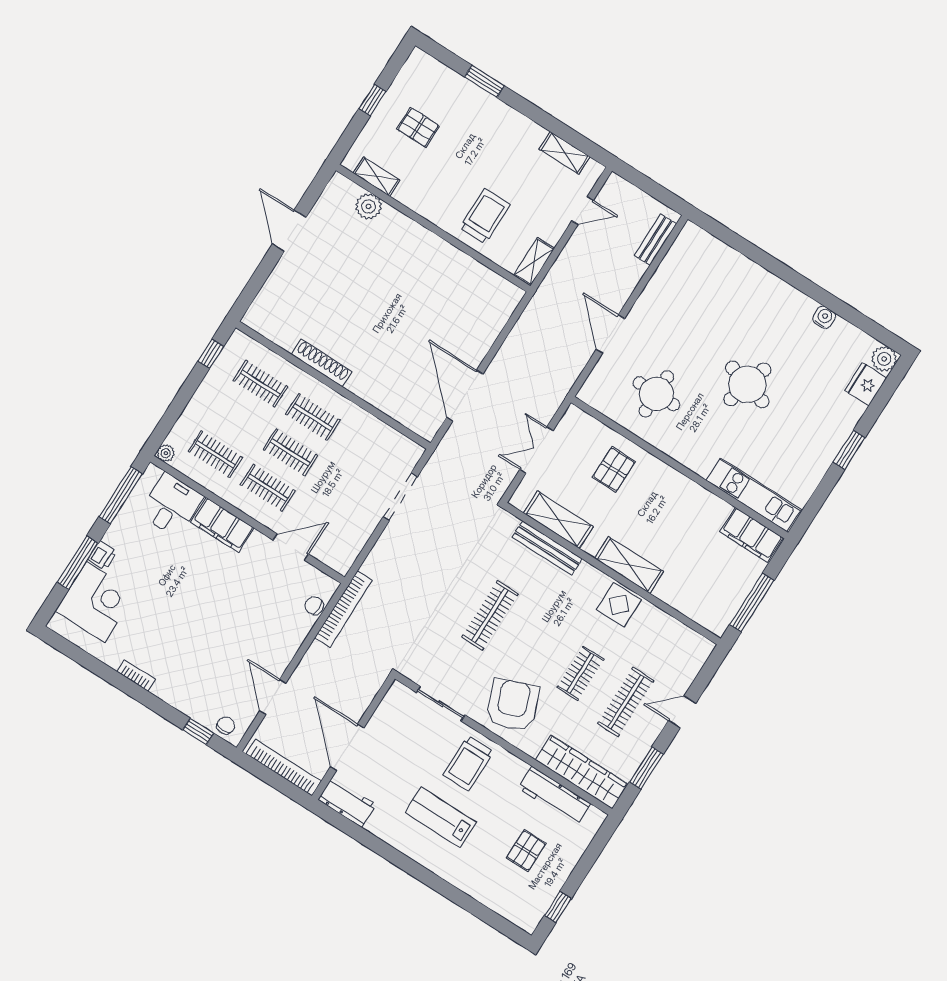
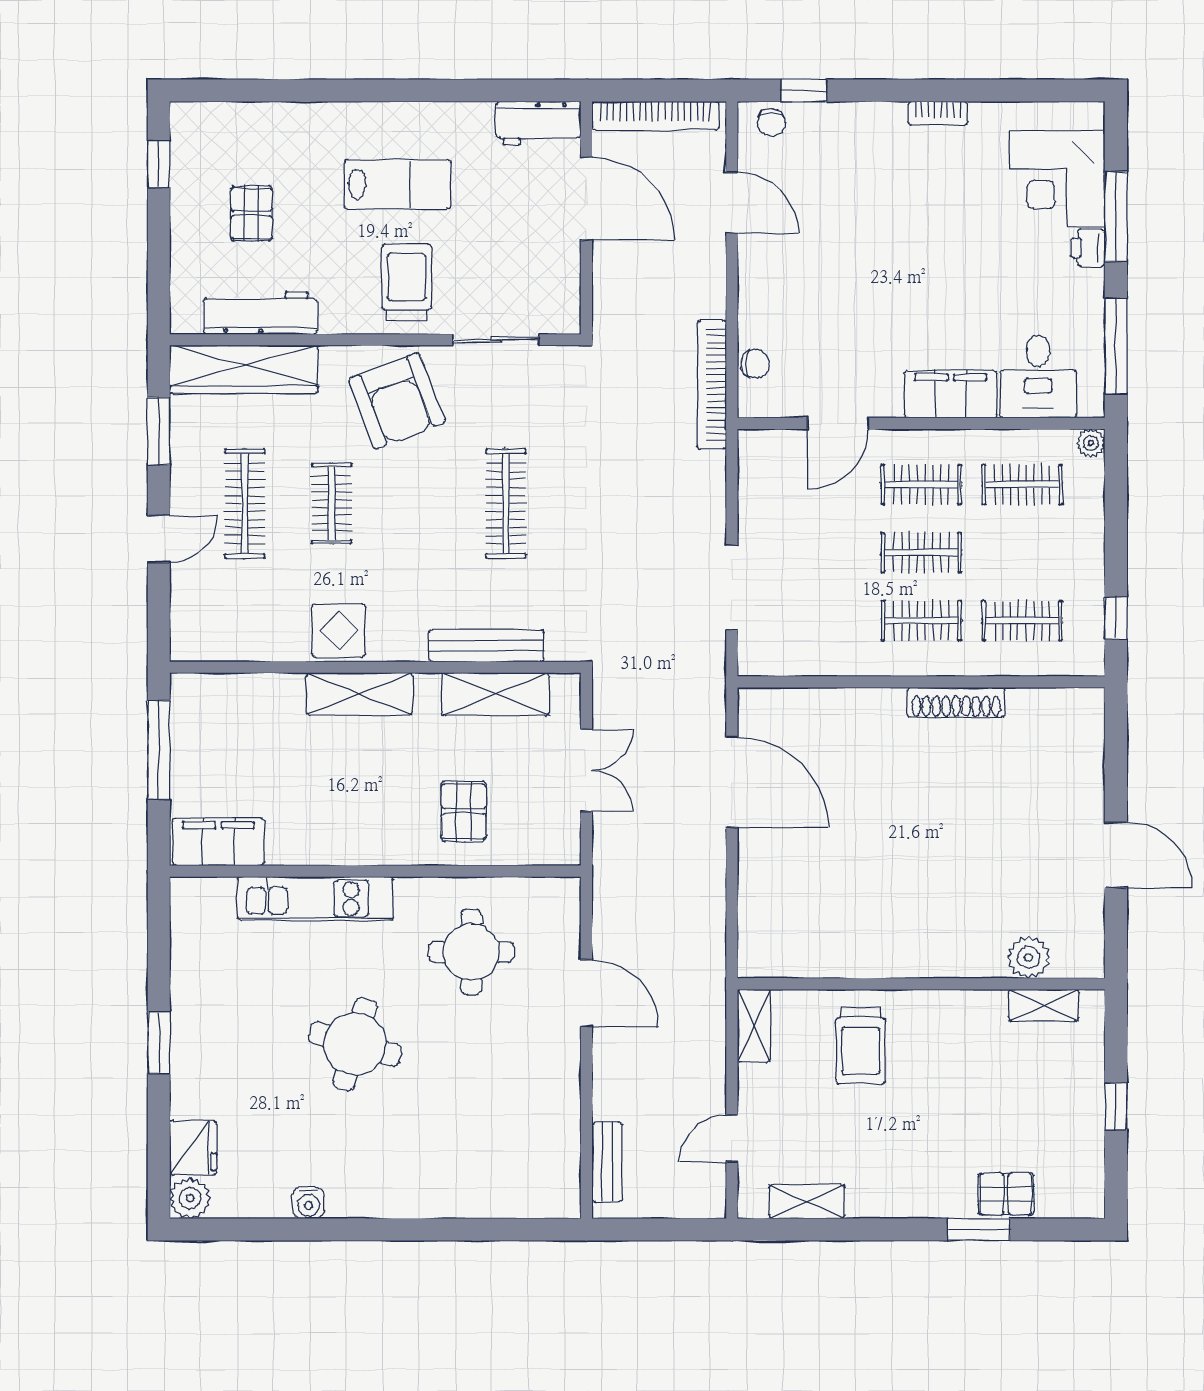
pallet: (418, 127) -> (1006, 1194), moved
kitchen unit: (754, 495) -> (315, 898), moved

